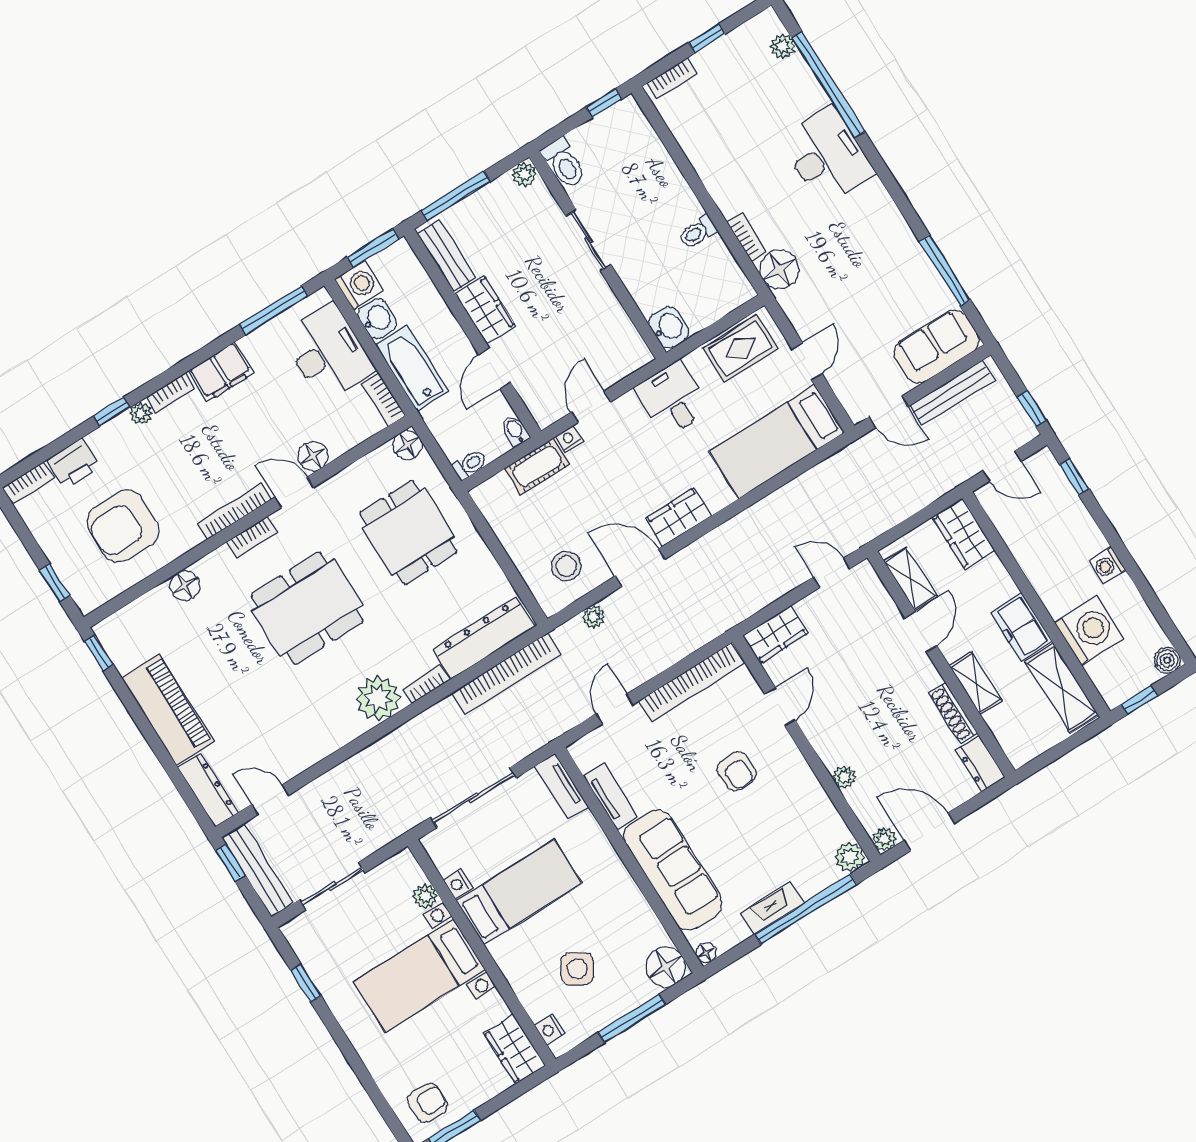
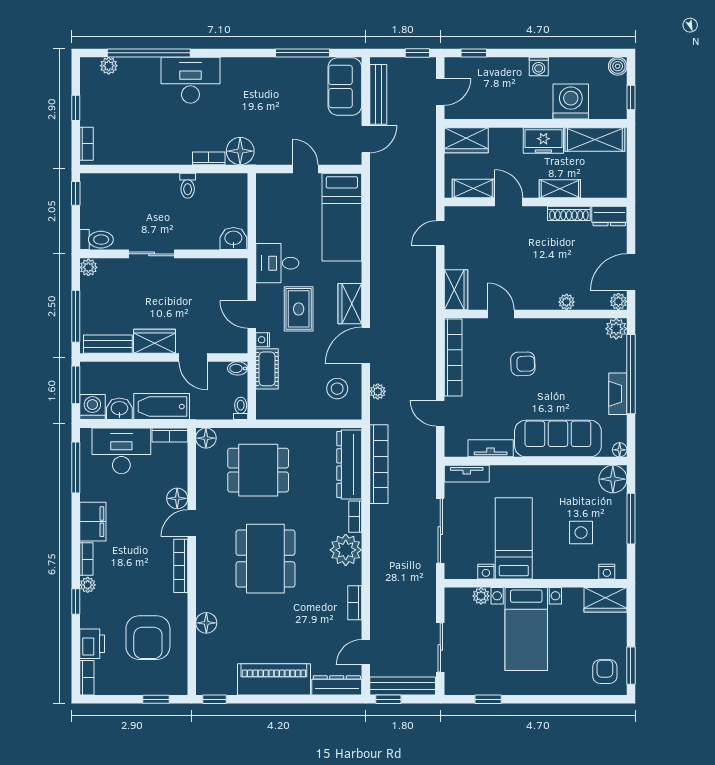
rug: (740, 348) -> (299, 309), moved
bookcase: (252, 537) -> (355, 603), moved, turned 180
side table: (577, 969) -> (581, 533), turned -33

